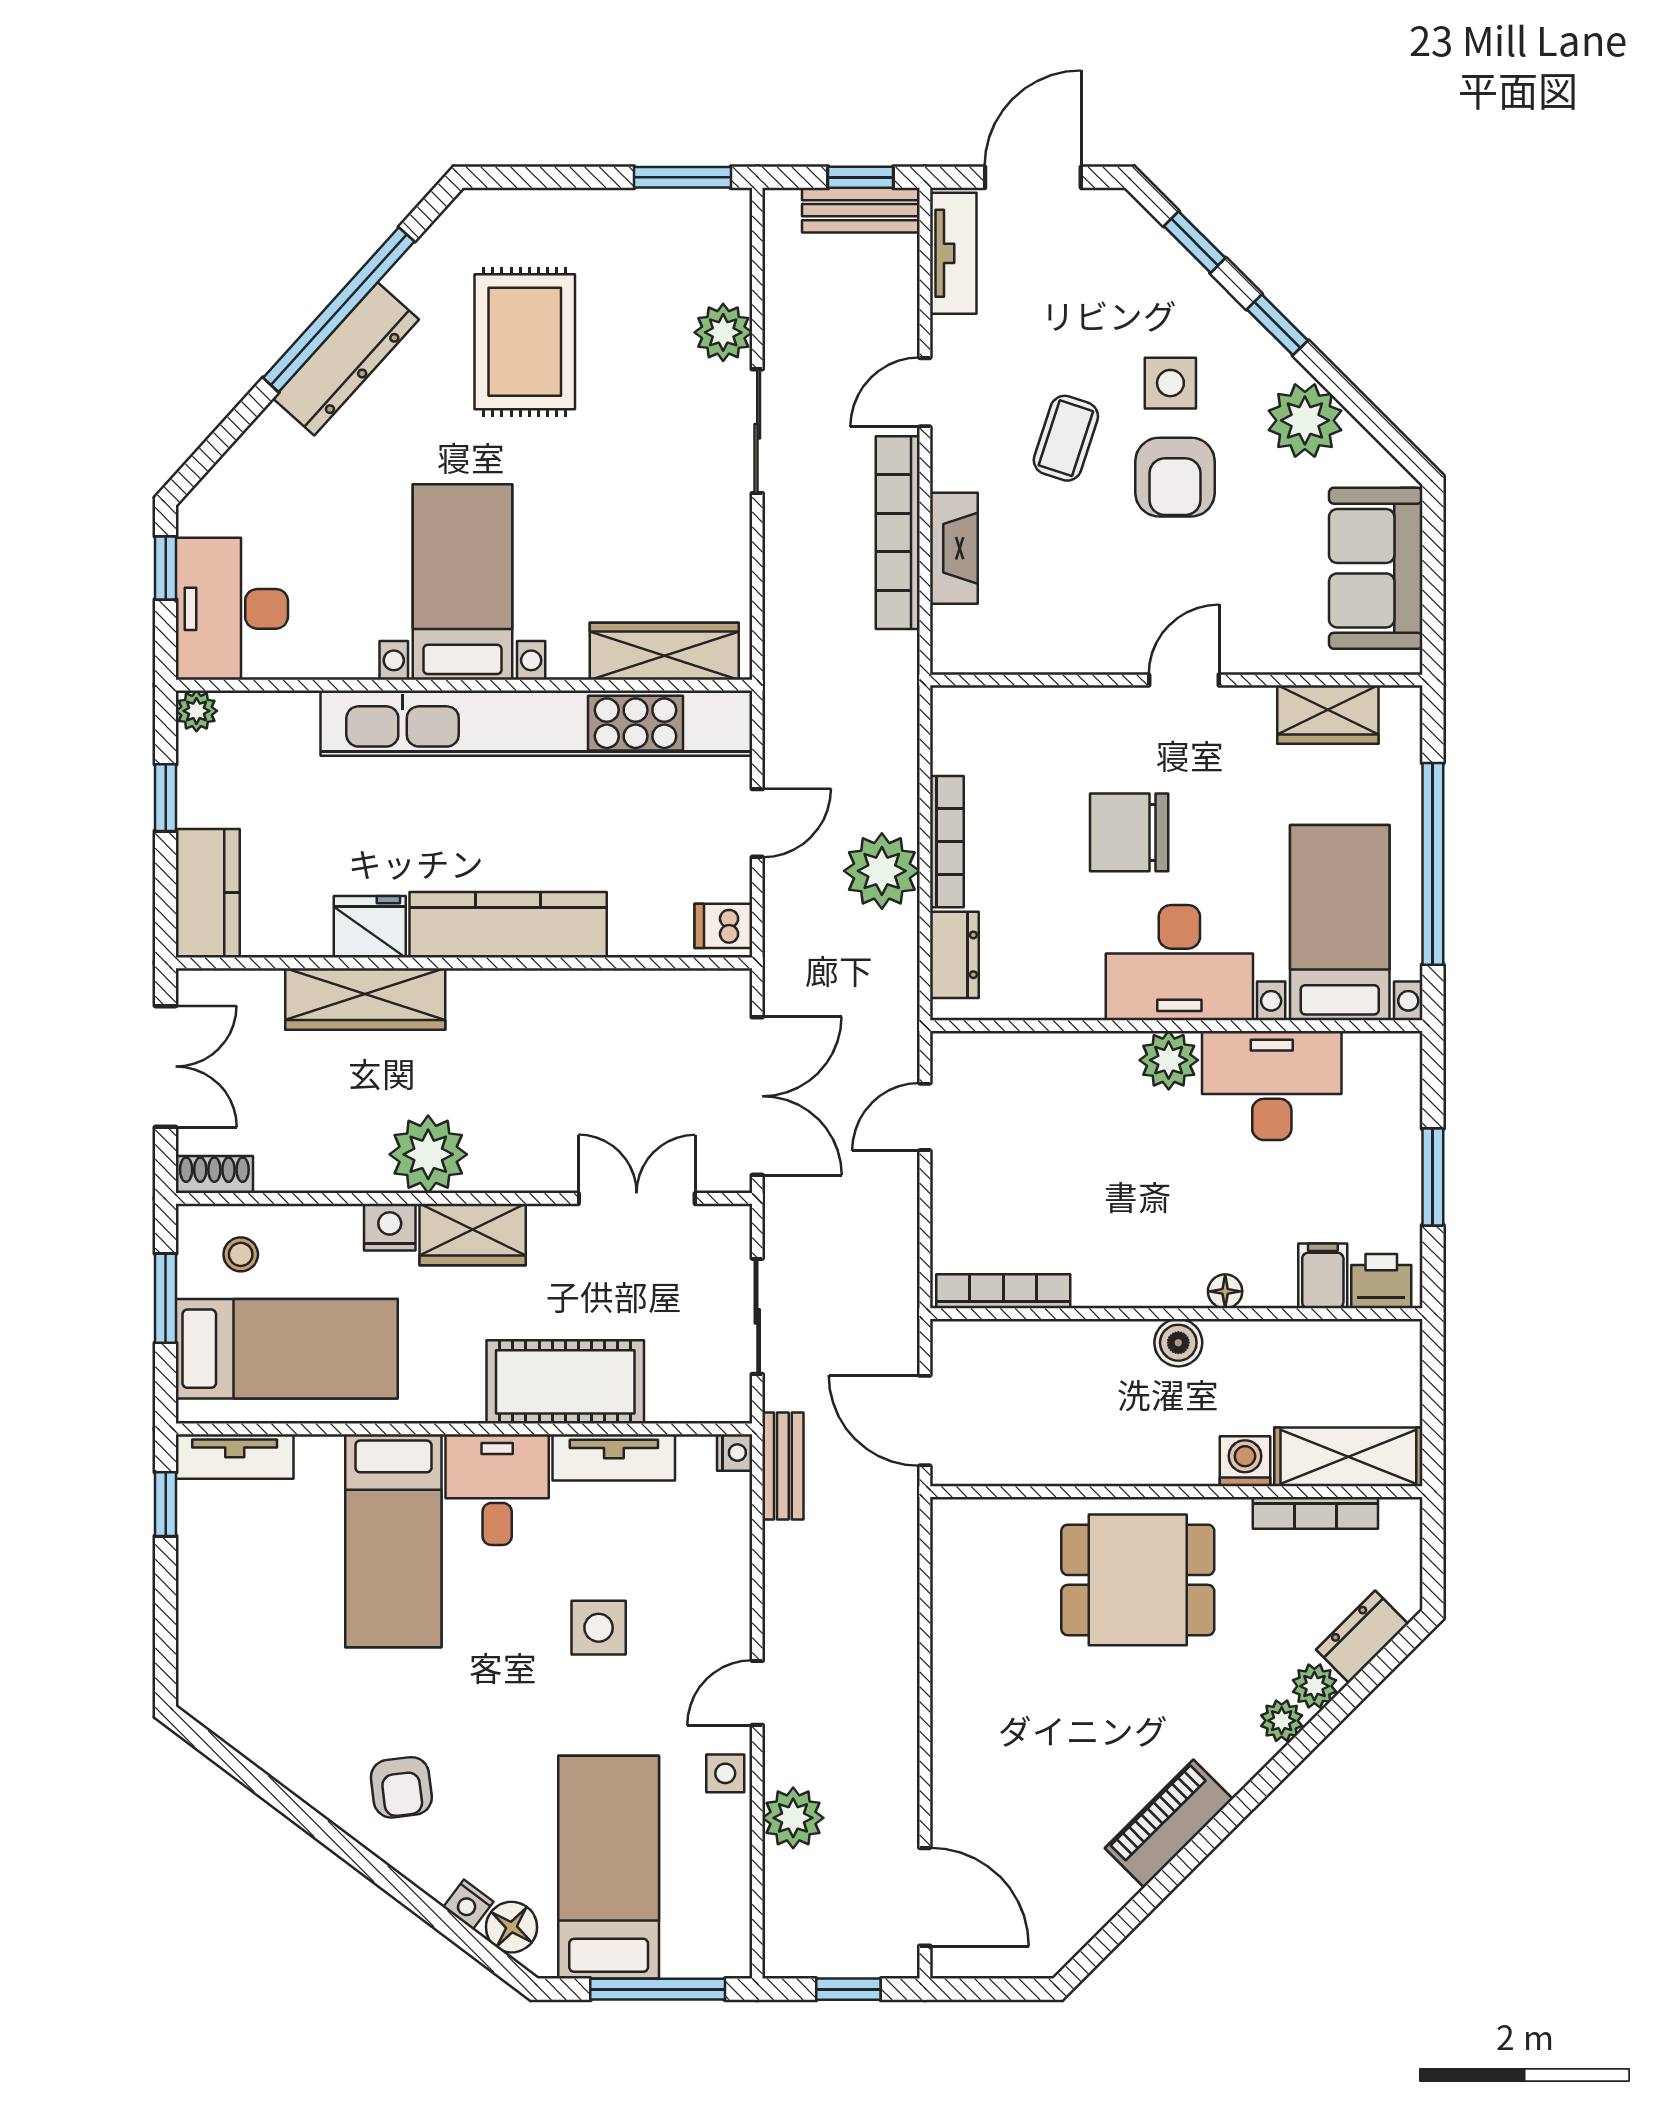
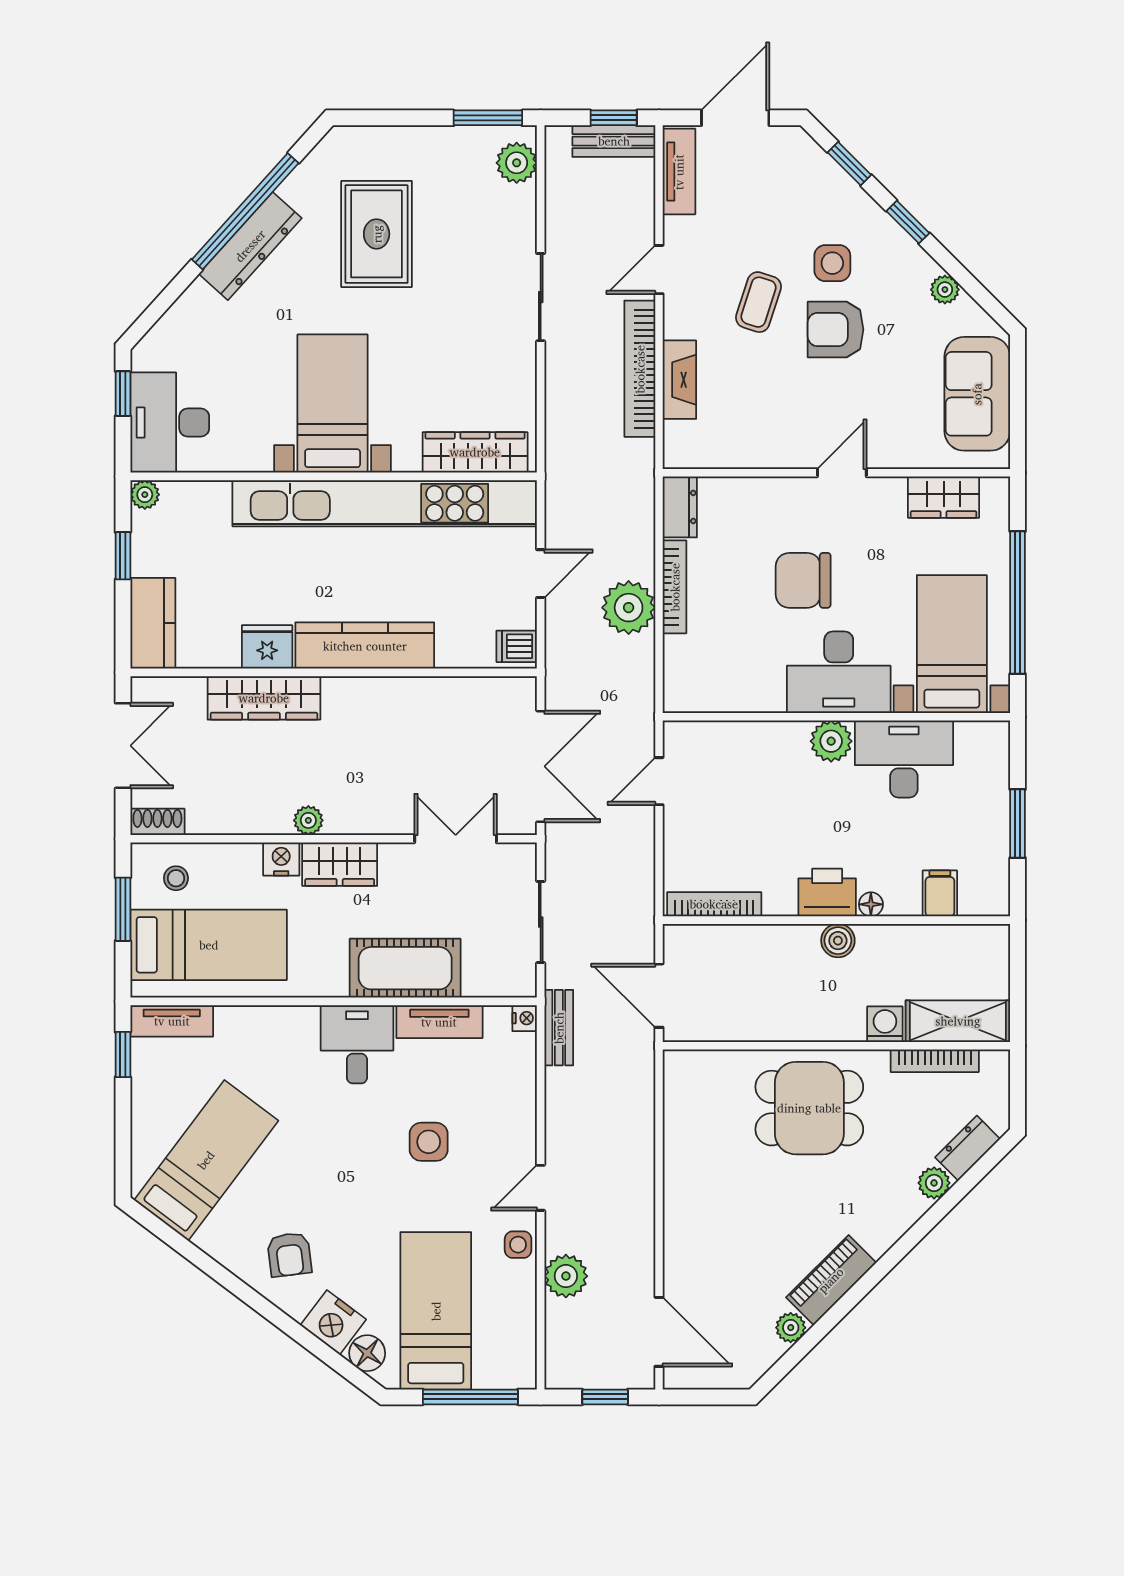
plant: (723, 332) -> (517, 163), moved
plant: (1305, 420) -> (945, 290), width x0.53, depth x0.53
armchair: (1175, 477) -> (836, 330), turned 90
dresser: (954, 955) -> (680, 507), moved
plant: (428, 1154) -> (308, 820), width x0.53, depth x0.53
printer: (1381, 1281) -> (827, 893), moved, width x1.36, depth x1.24
bed: (393, 1541) -> (206, 1160), moved, turned -143
plant: (1282, 1721) -> (791, 1328), moved
nightstand: (468, 1904) -> (333, 1322), width x1.89, depth x1.79

